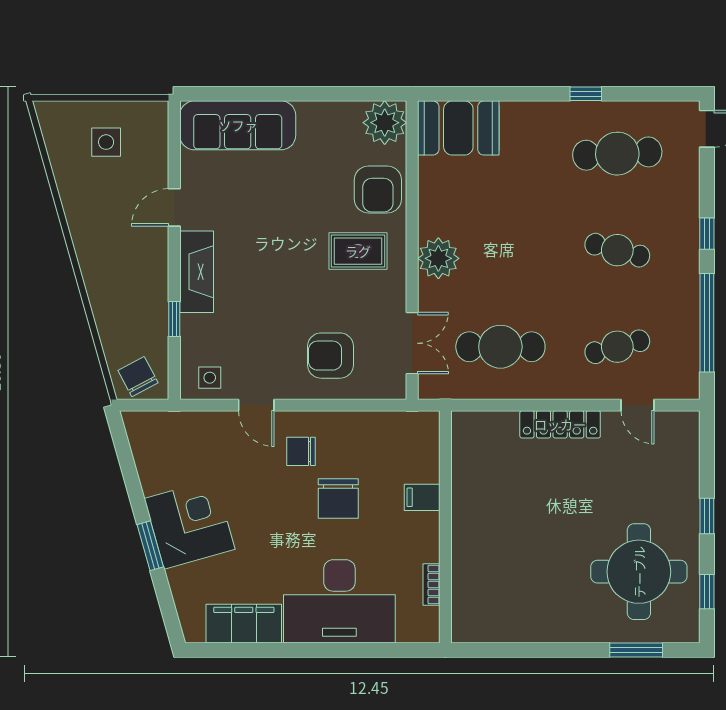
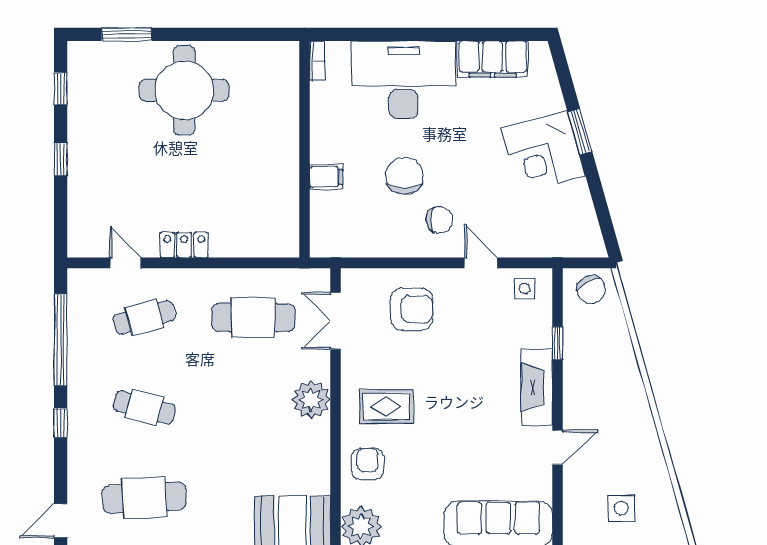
armchair: (378, 190) -> (368, 464), width x0.72, depth x0.72
locker: (560, 424) -> (184, 245), width x0.66
round table: (639, 572) -> (184, 90), moved
bookcase: (432, 584) -> (318, 61), moved

